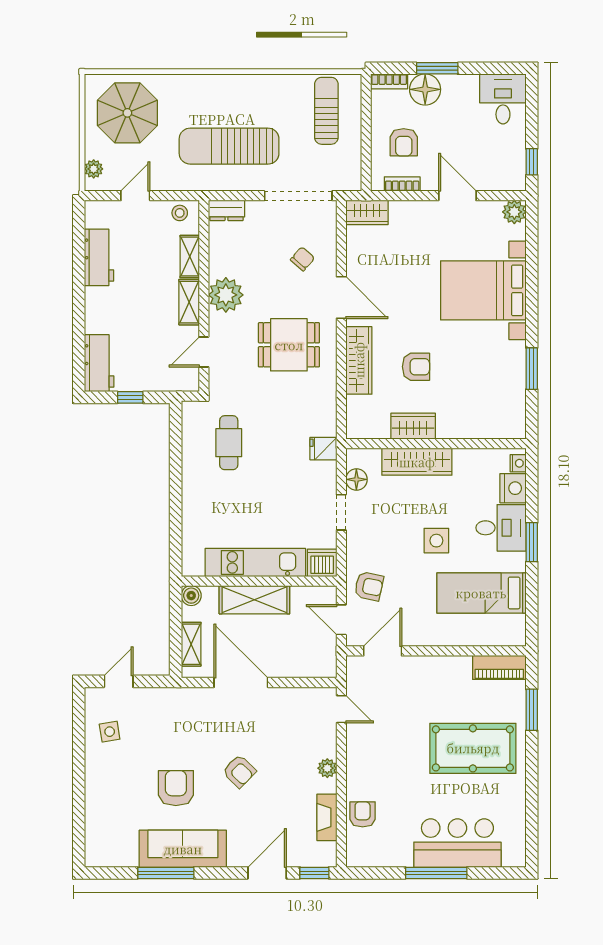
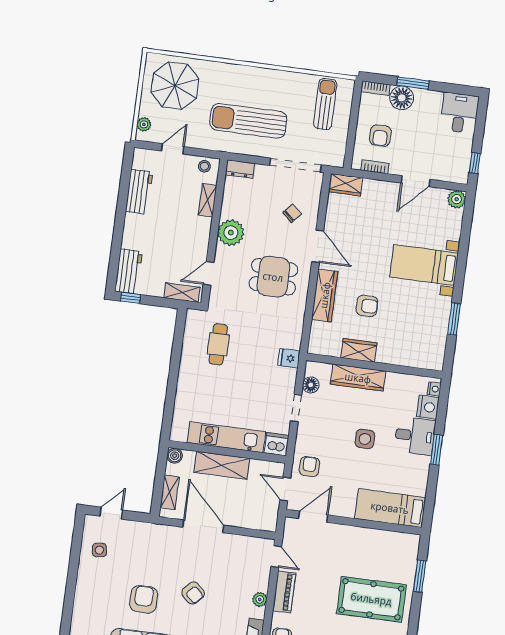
door: (457, 196) -> (415, 181), swing flipped
bed with nightstands: (483, 290) -> (424, 265), width x0.73
shelving: (189, 302) -> (182, 293), moved, turned 90
window: (130, 397) -> (130, 298), moved
armchair: (369, 586) -> (309, 467), turned -102
bed: (481, 593) -> (390, 508), moved
piano: (499, 667) -> (284, 592), moved, turned -90

